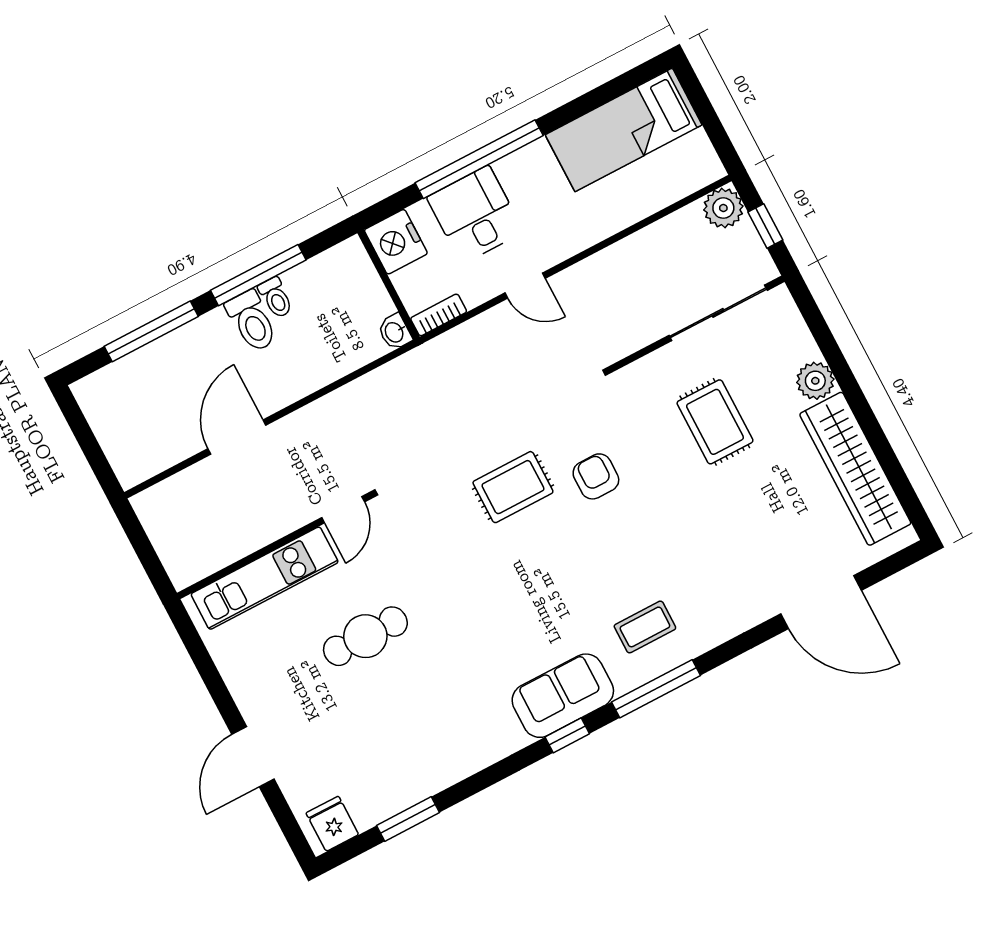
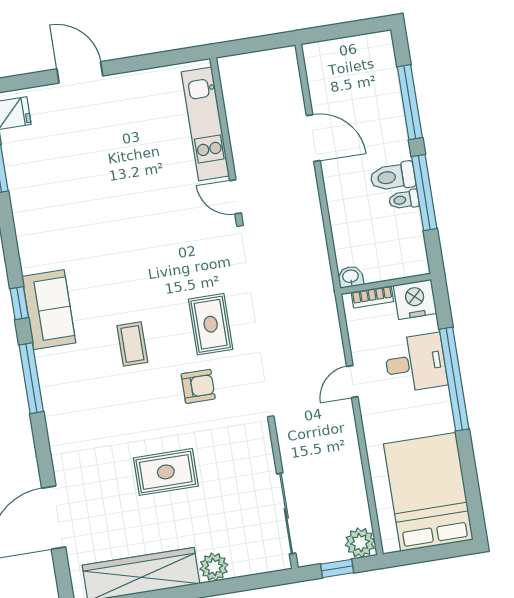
bed: (624, 130) -> (428, 492), width x1.50
bookcase: (439, 315) -> (372, 297), moved, turned 90
rug: (715, 422) -> (166, 472), moved
coffee table: (645, 627) -> (132, 344), moved
cafe table: (365, 636) -> (139, 182), removed

